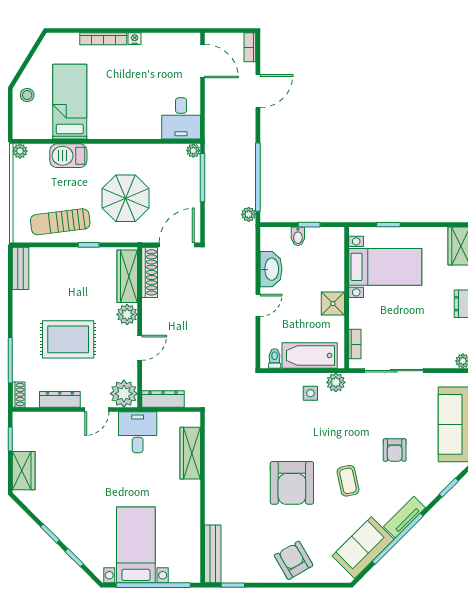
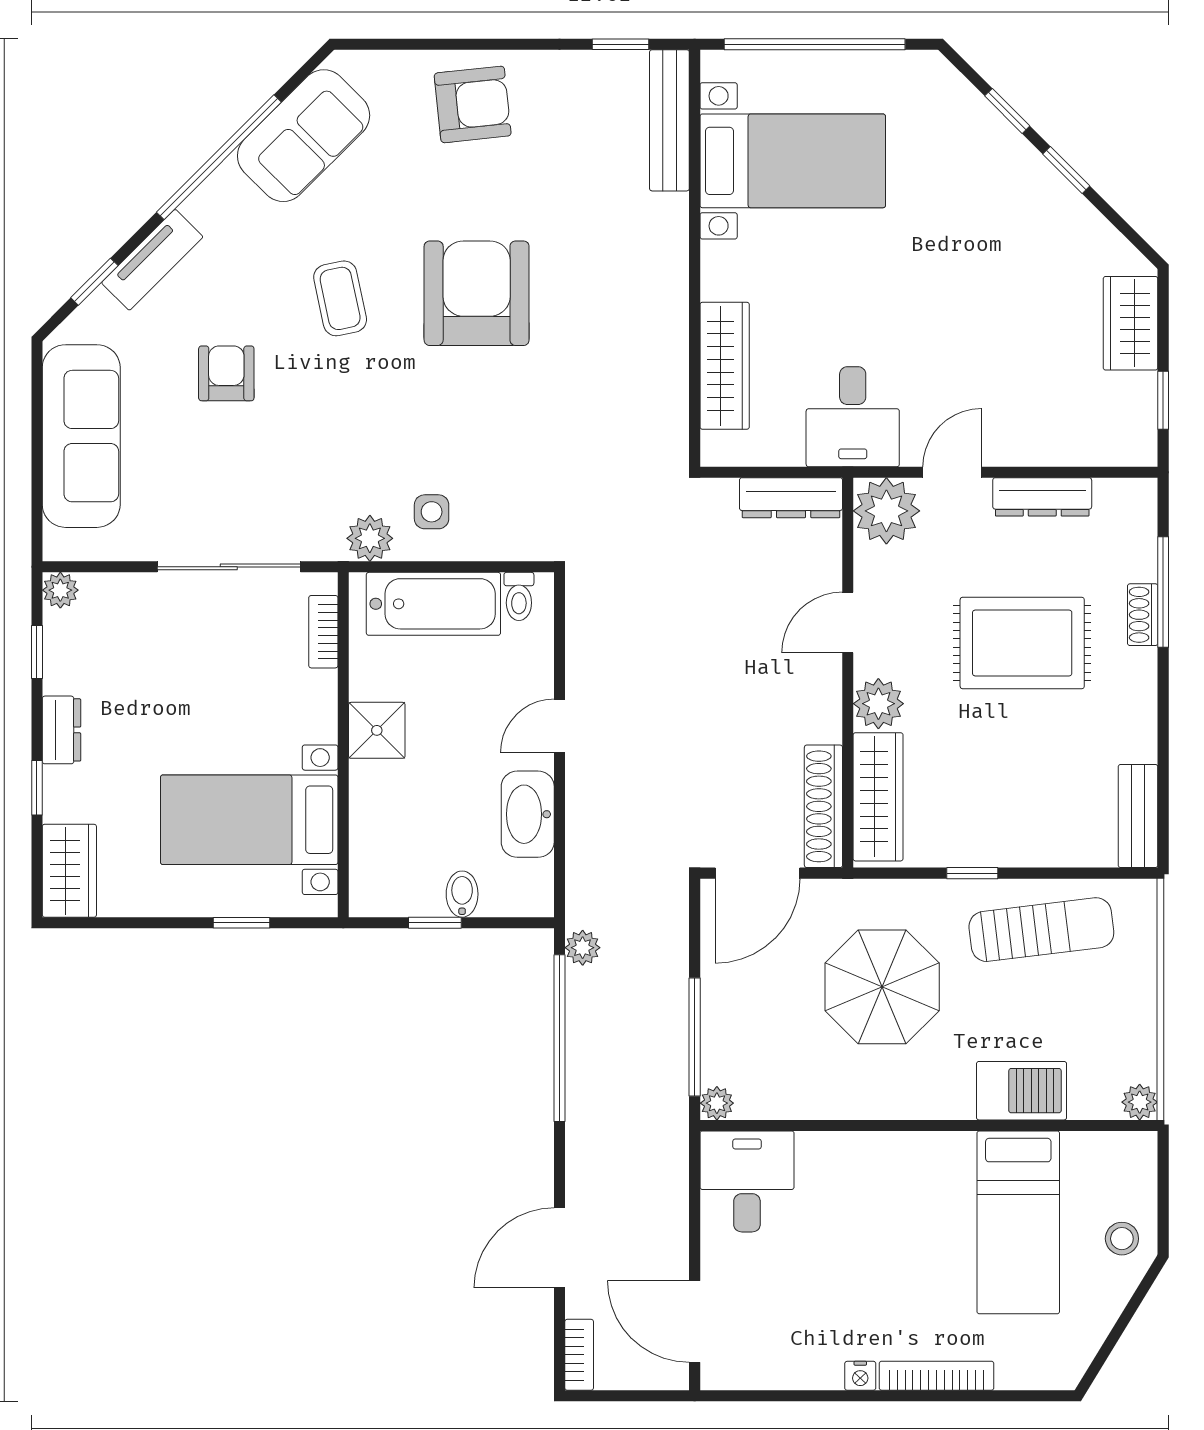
shoe rack: (19, 395) -> (1143, 615), moved
tv unit: (405, 517) -> (152, 260), moved
bed with nightstands: (136, 545) -> (793, 161), moved, turned -90
armchair: (294, 560) -> (473, 104), turned -66

